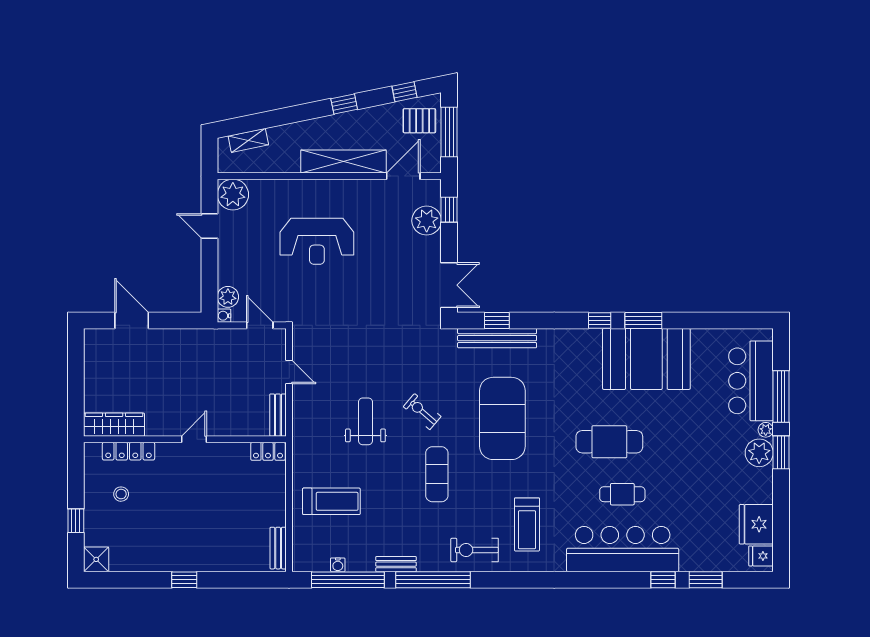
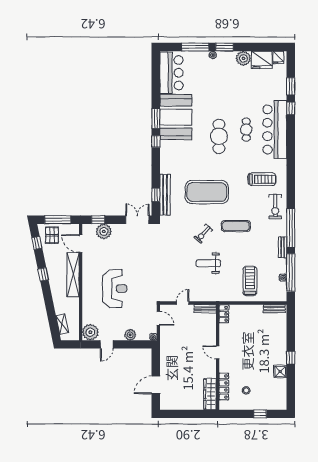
plant: (228, 297) -> (130, 335), moved
door: (260, 325) -> (158, 318), swing flipped
bar counter: (751, 381) -> (171, 73), moved, turned -90
plant: (759, 453) -> (243, 58), moved
shower: (96, 559) -> (280, 372), moved

